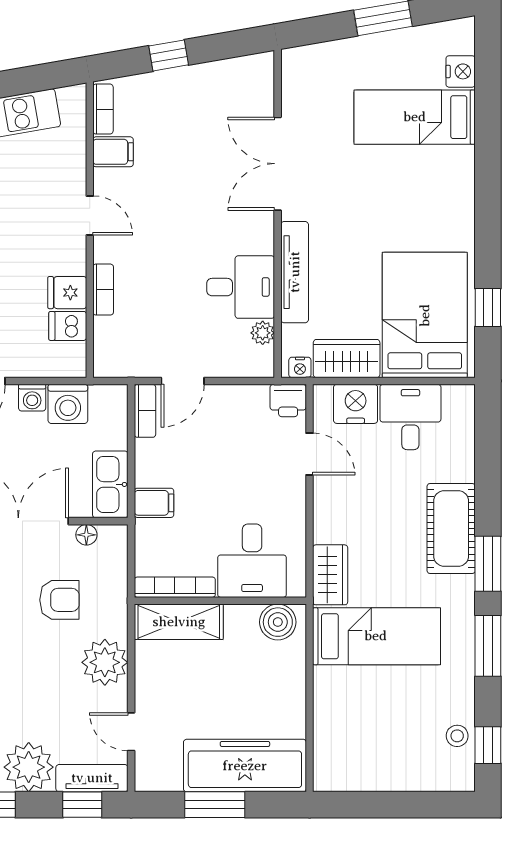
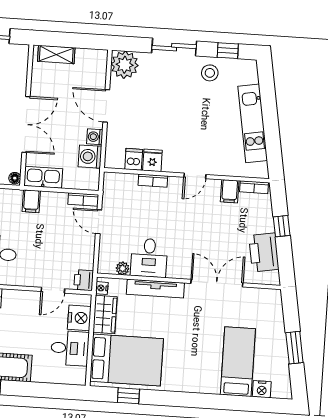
printer: (217, 84) -> (264, 252), added
floor lamp: (86, 535) -> (15, 178), moved

